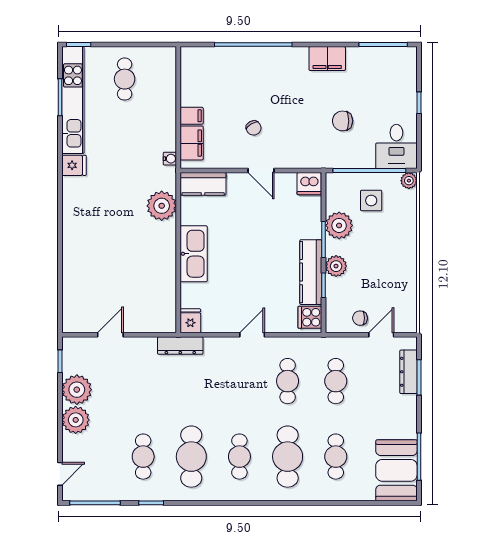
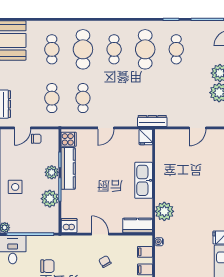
filing cabinet: (192, 143) -> (145, 252), width x0.50
side table: (371, 200) -> (15, 187), moved

